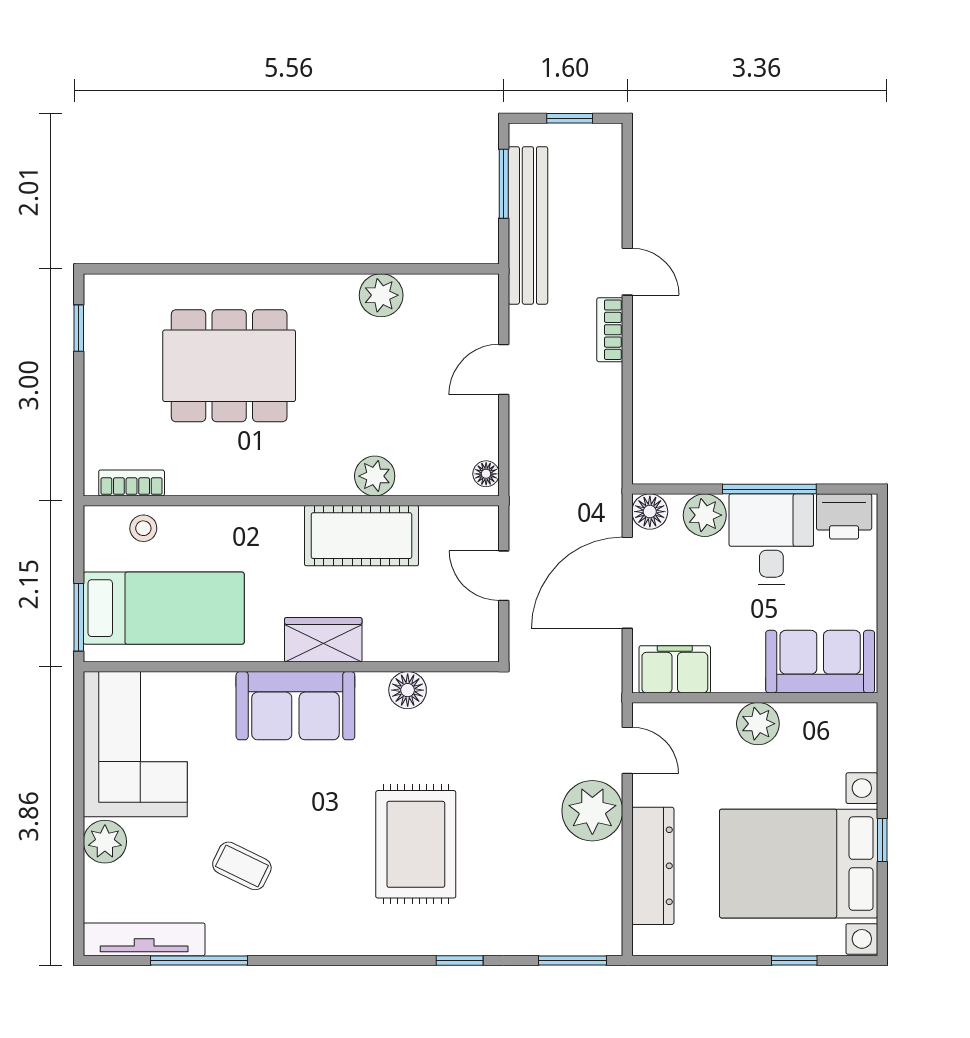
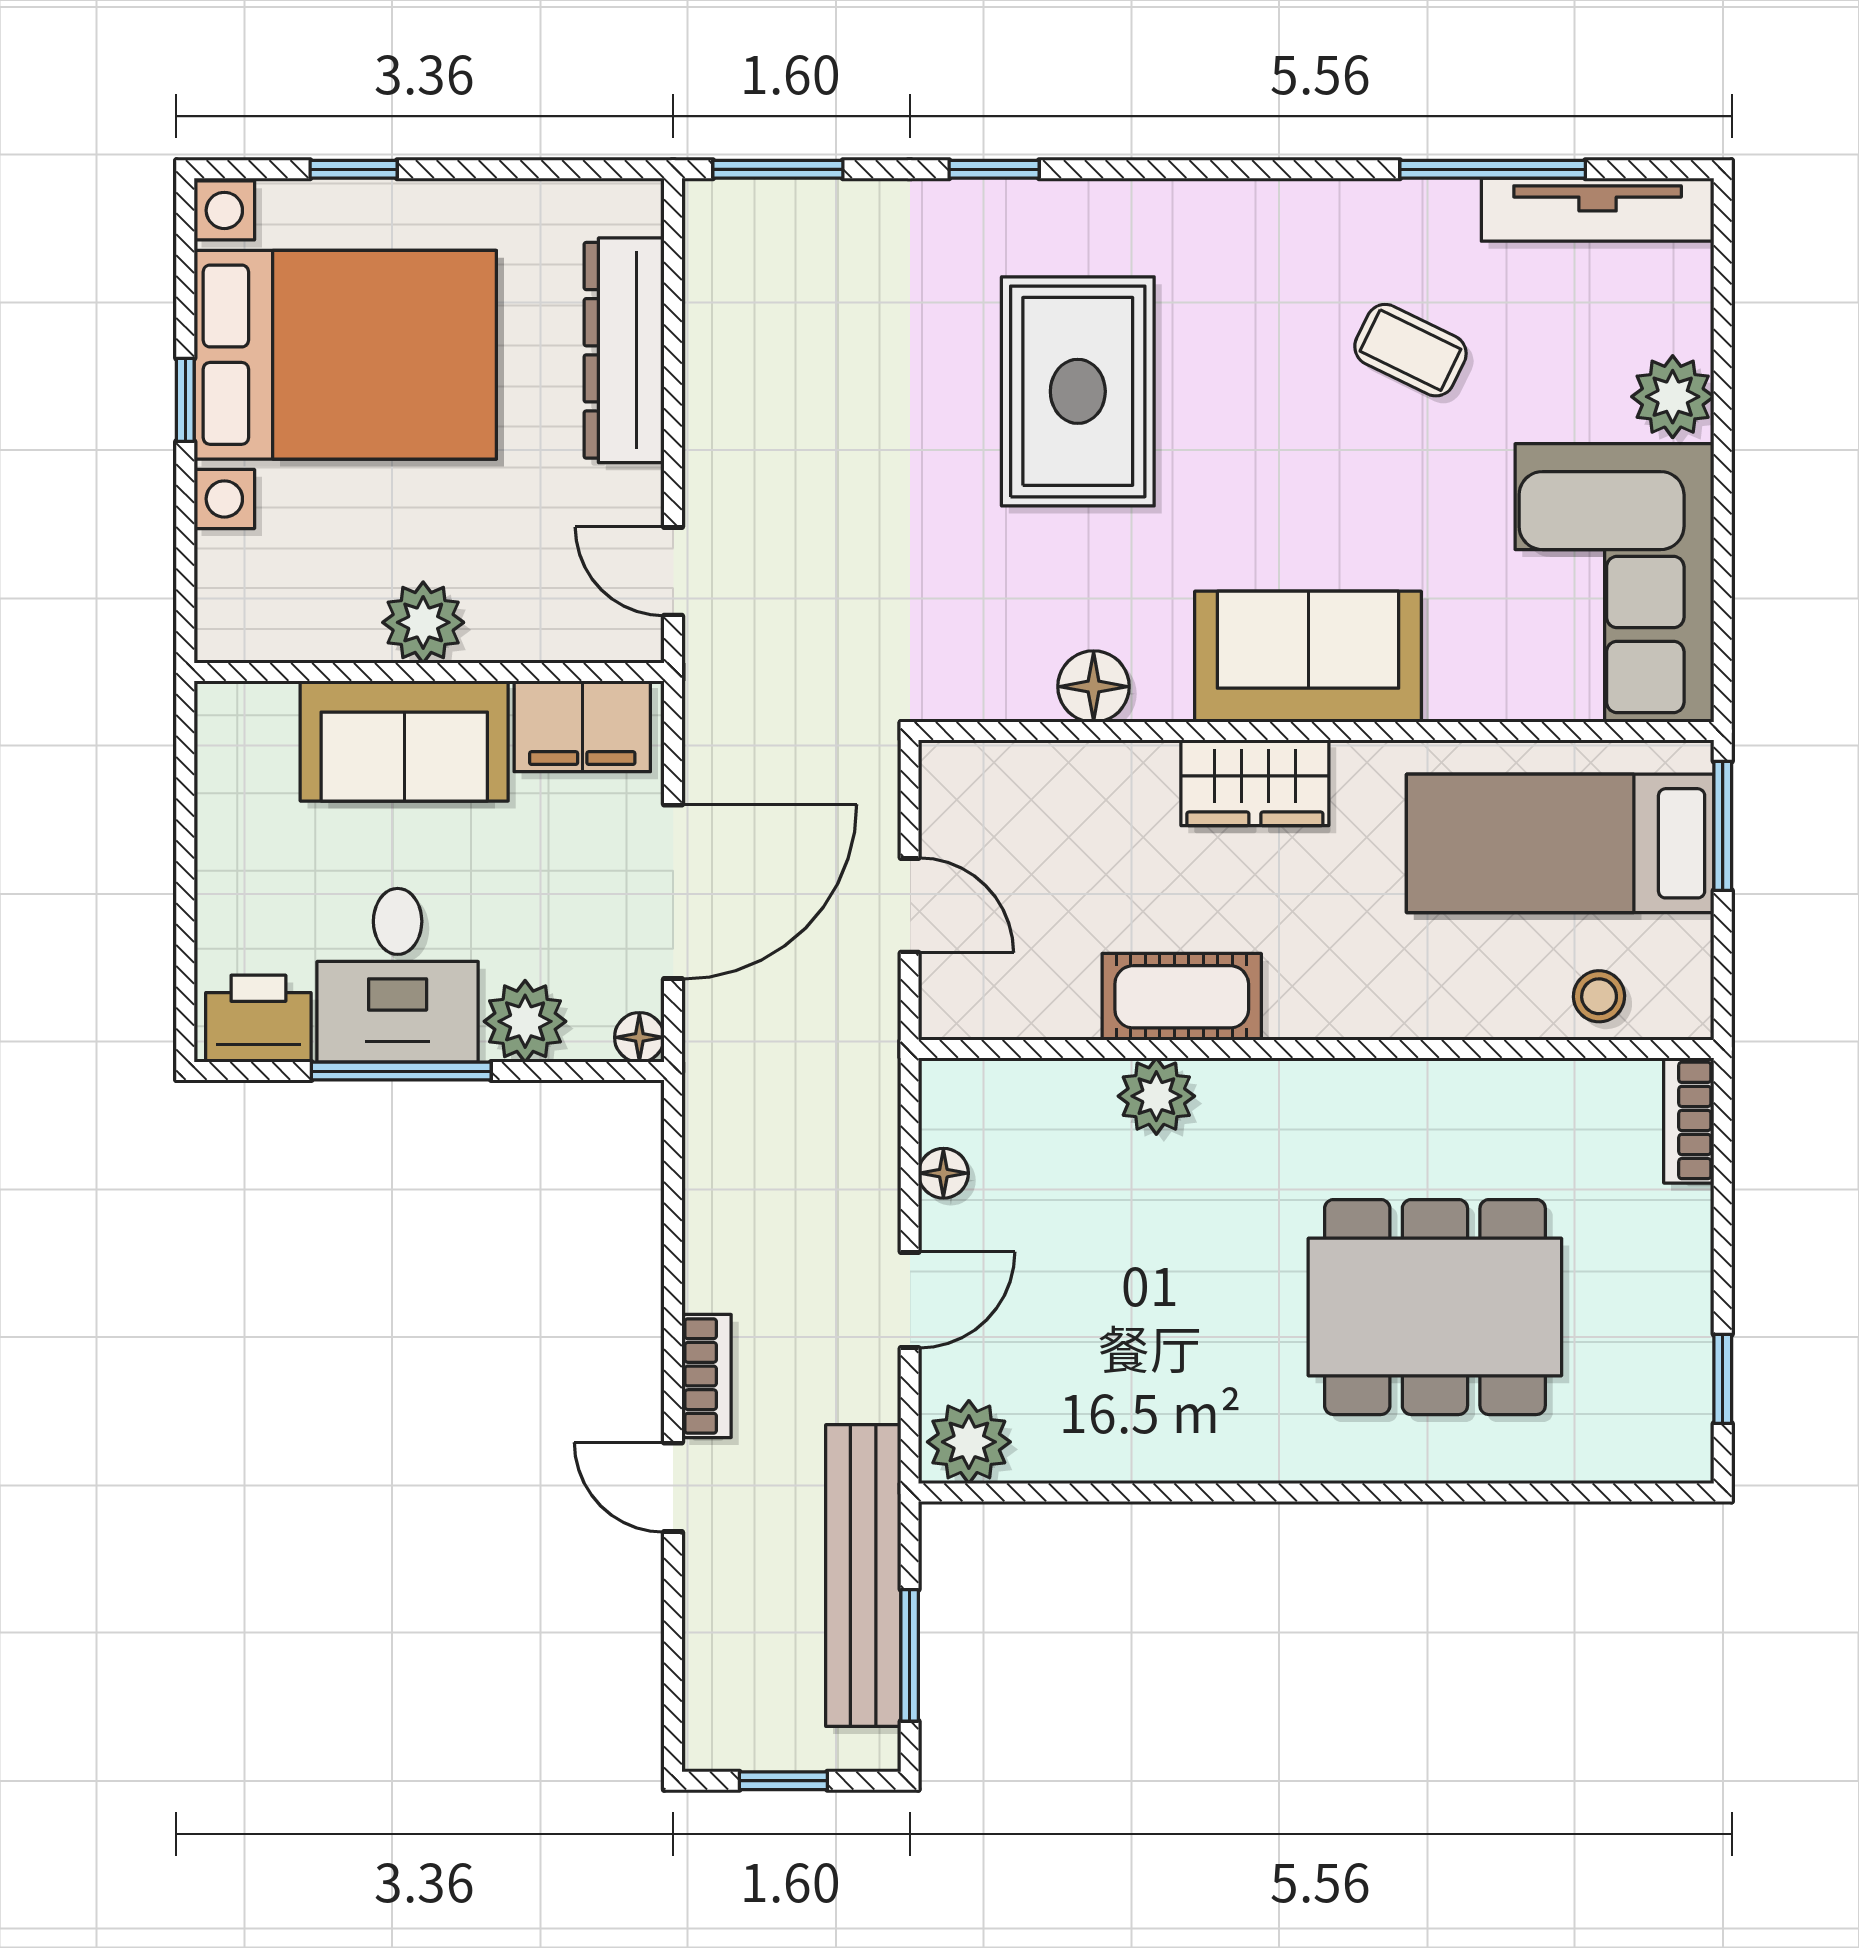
plant: (381, 295) -> (969, 1442), moved
floor lamp: (486, 474) -> (943, 1173), moved
bookcase: (132, 483) -> (1689, 1120), moved, turned 90
floor lamp: (650, 512) -> (639, 1037), width x0.73, depth x0.73
cot: (361, 536) -> (1182, 997), width x0.73, depth x0.75
sofa: (820, 662) -> (404, 741), moved
plant: (592, 811) -> (740, 456), removed

